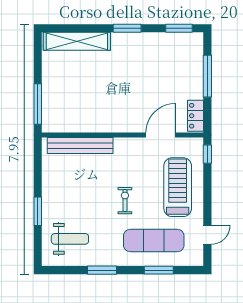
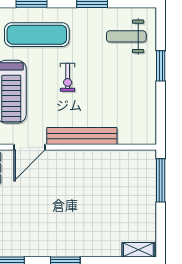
shelving: (77, 41) -> (138, 250), width x0.45, depth x0.75
bench: (80, 146) -> (82, 136), moved

